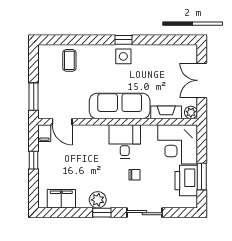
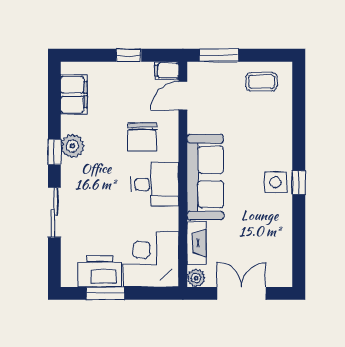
coffee table: (69, 60) -> (262, 82), moved
chair: (135, 175) -> (142, 137), moved, width x1.87, depth x1.87

